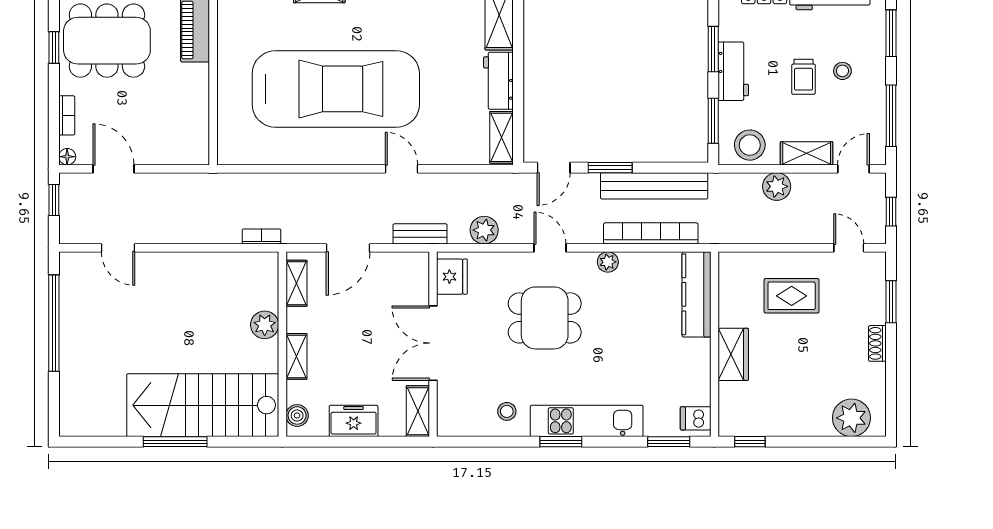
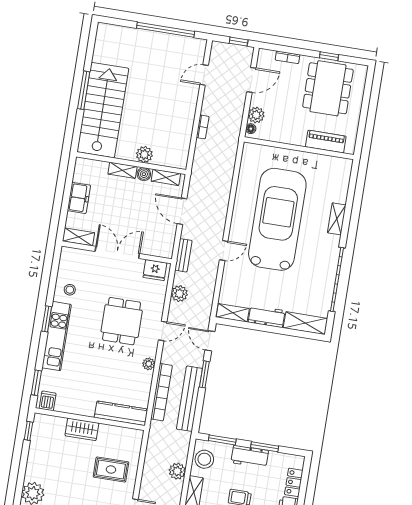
car: (336, 89) -> (277, 219), turned 180
plant: (170, 152) -> (256, 115), added
floor lamp: (67, 157) -> (251, 129), moved
bookcase: (261, 236) -> (203, 127), moved
rug: (792, 296) -> (111, 470), turned 90
boiler: (297, 415) -> (144, 174), moved

